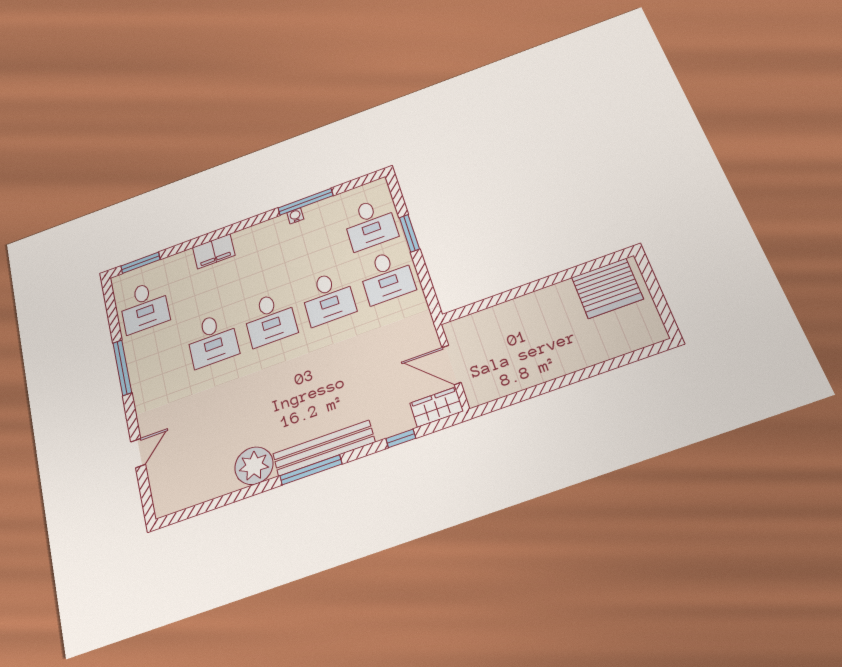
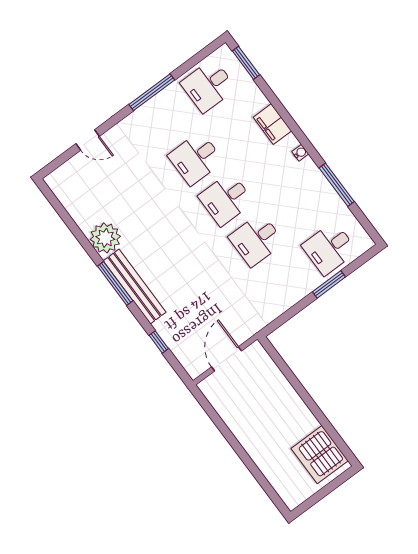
water cooler: (295, 216) -> (300, 153), moved
desk: (387, 277) -> (286, 280), removed
wardrobe: (437, 407) -> (190, 360), removed

